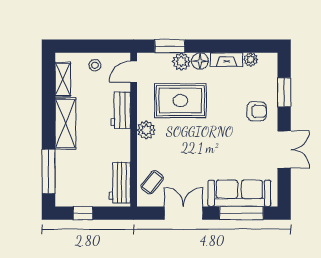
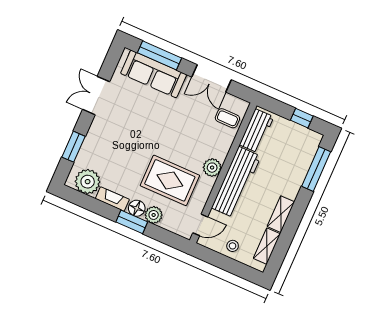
window: (170, 46) -> (132, 222), moved
plant: (251, 60) -> (88, 182), width x1.87, depth x1.87
workbench: (121, 110) -> (236, 182), width x1.88, depth x1.32
armchair: (257, 111) -> (106, 141), removed
shelving: (65, 123) -> (281, 214), width x0.67, depth x0.75
coffee table: (152, 182) -> (227, 118), turned 51

